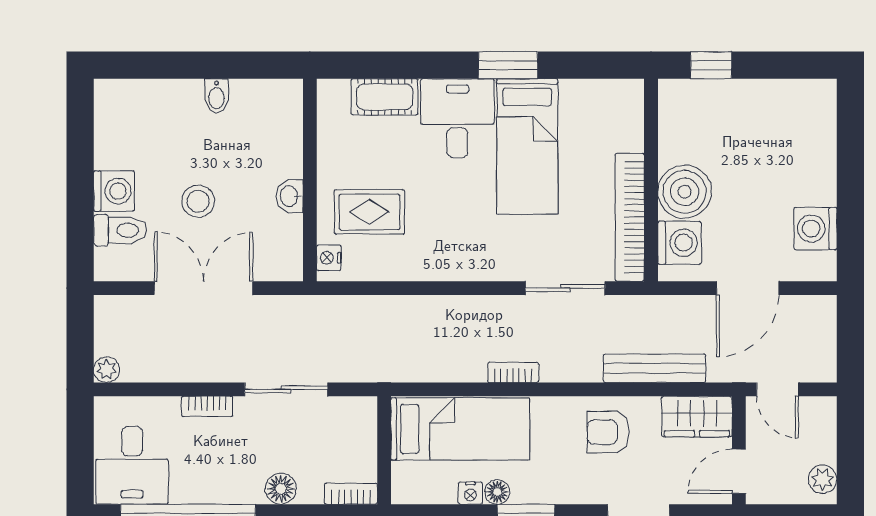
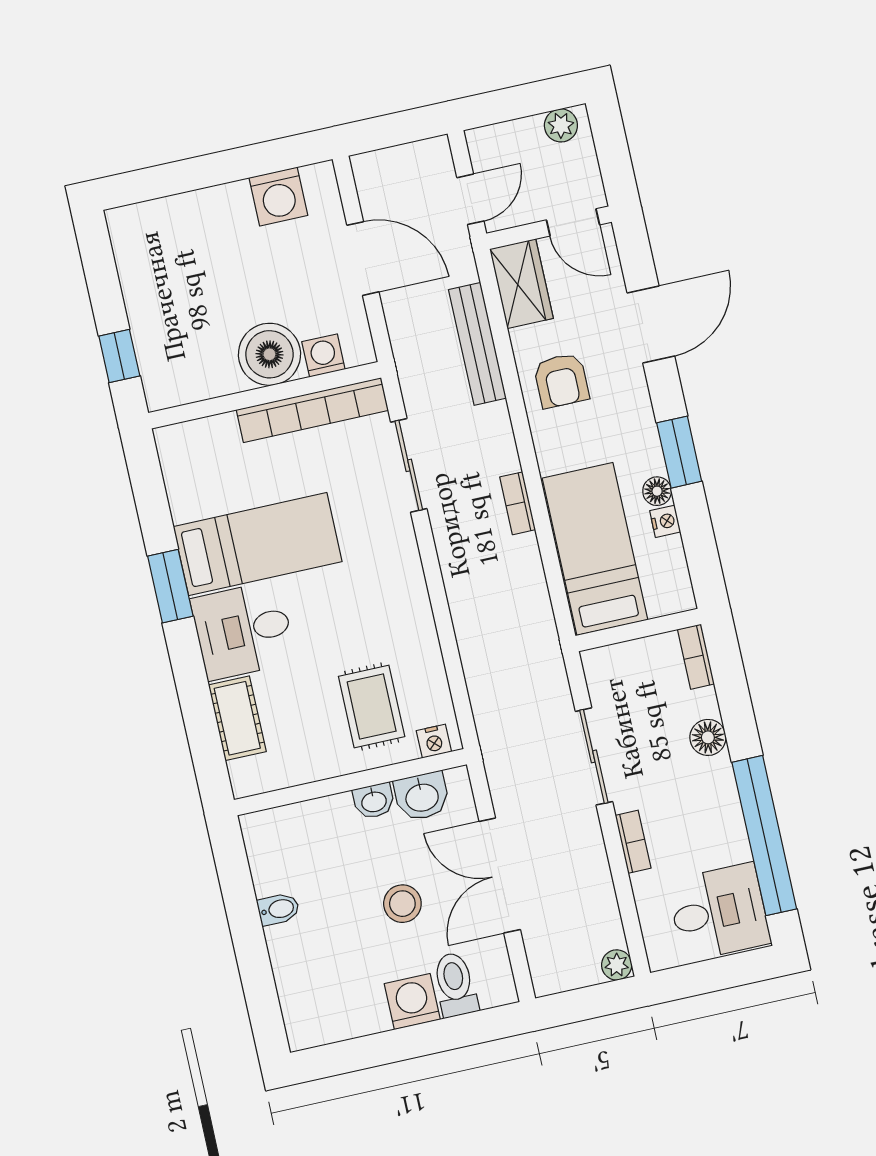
washbasin: (285, 237) -> (422, 796), added
washing machine: (679, 243) -> (323, 356), width x0.73, depth x0.73

